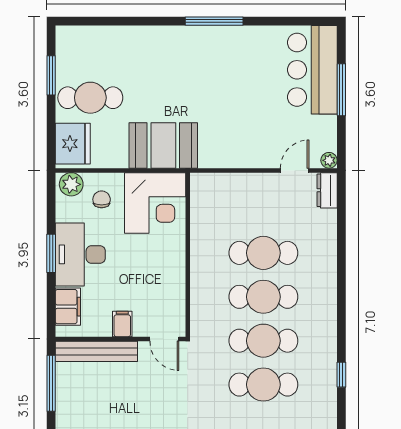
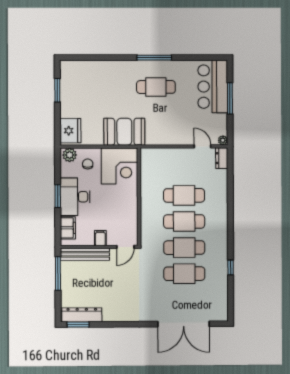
cafe table: (90, 98) -> (156, 87), moved
door: (295, 170) -> (202, 146), hinge flipped
door: (164, 339) -> (125, 247), hinge flipped

